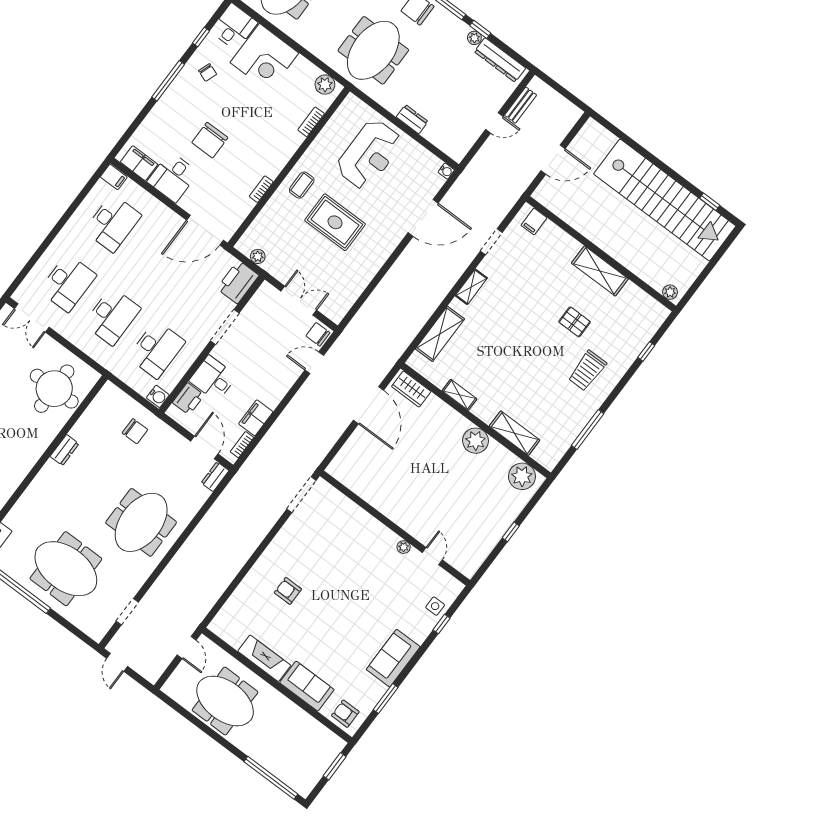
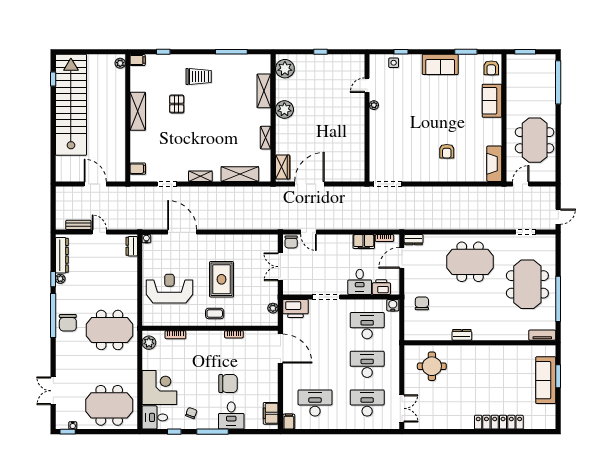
dresser: (412, 119) -> (132, 246), moved
desk: (173, 177) -> (231, 416), moved, turned 90
filing cabinet: (659, 315) -> (138, 60), added
round table: (54, 389) -> (432, 366), width x0.73, depth x0.73
fireplace: (264, 658) -> (494, 164), moved

